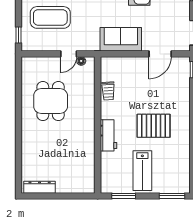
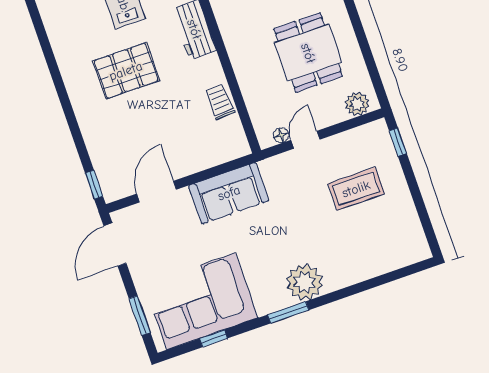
coffee table: (50, 17) -> (356, 189), width x0.73, depth x0.76
plant: (34, 64) -> (357, 104), added

